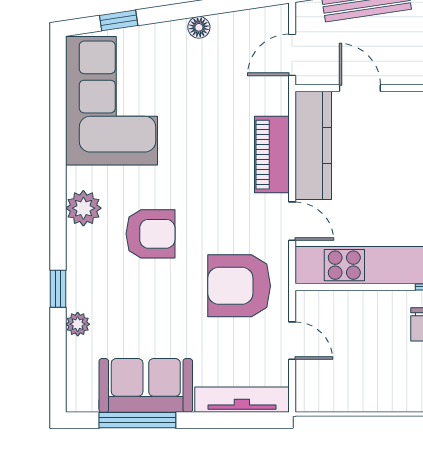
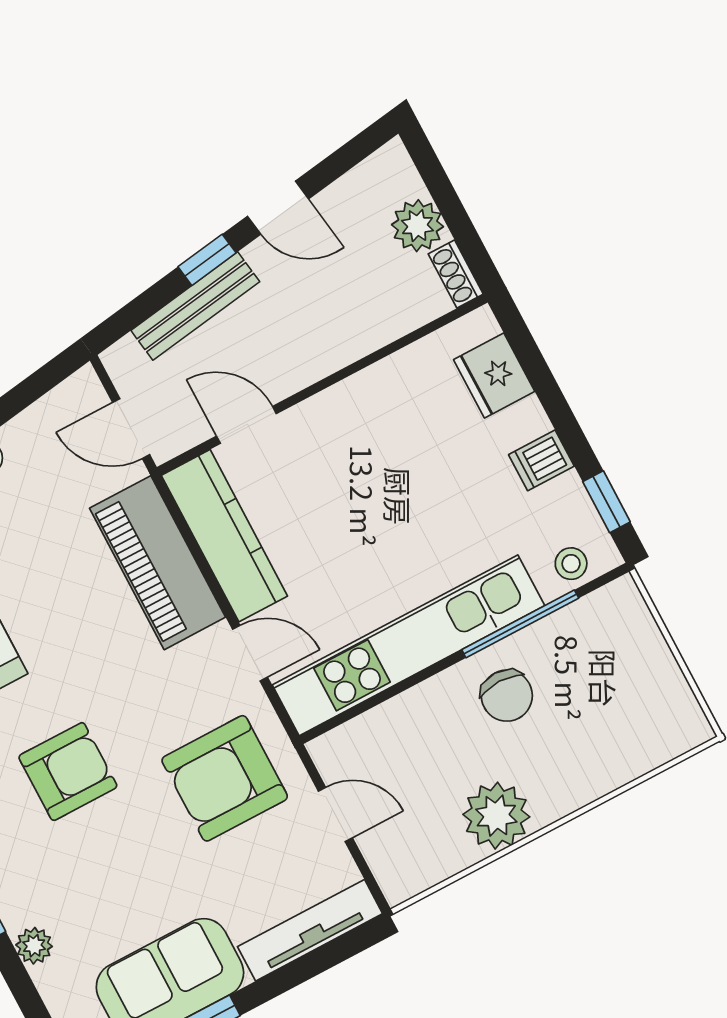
door: (292, 55) -> (131, 429), hinge flipped
piano: (272, 155) -> (157, 563), width x1.37, depth x1.33
plant: (385, 390) -> (496, 816), added

